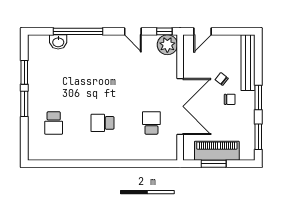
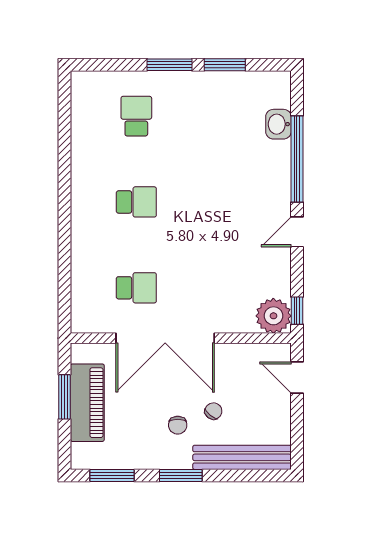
door: (133, 31) -> (297, 232), moved
school desk: (54, 123) -> (136, 116), turned 90
school desk: (103, 123) -> (136, 202), turned 90

